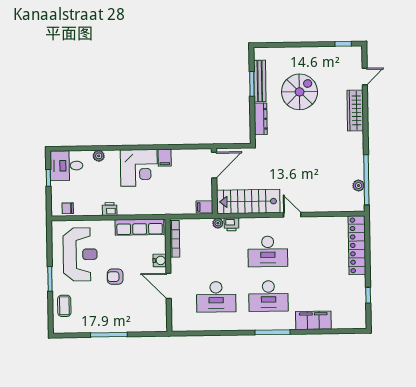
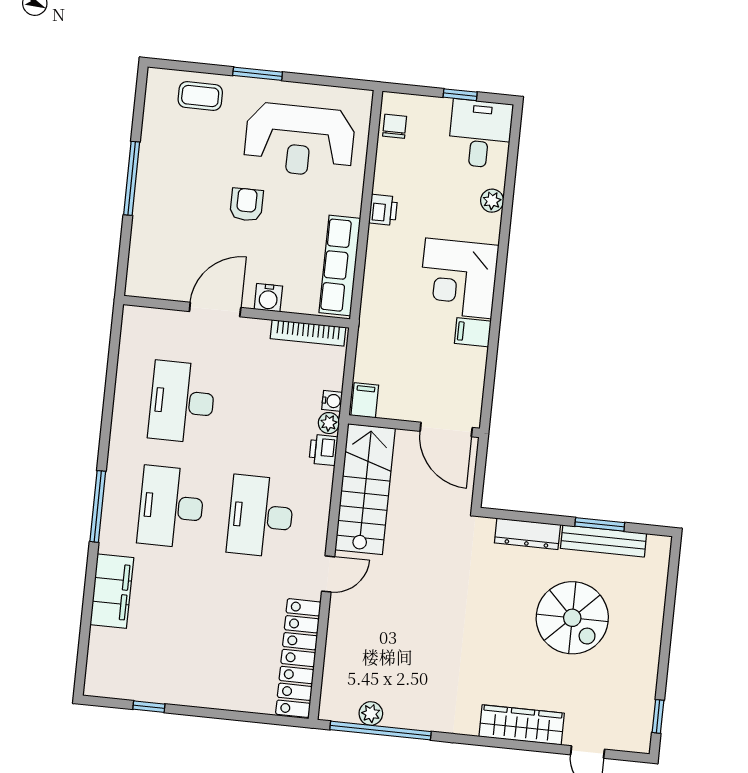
water cooler: (207, 223) -> (332, 401), added
locker: (357, 245) -> (298, 658), moved, turned -90

